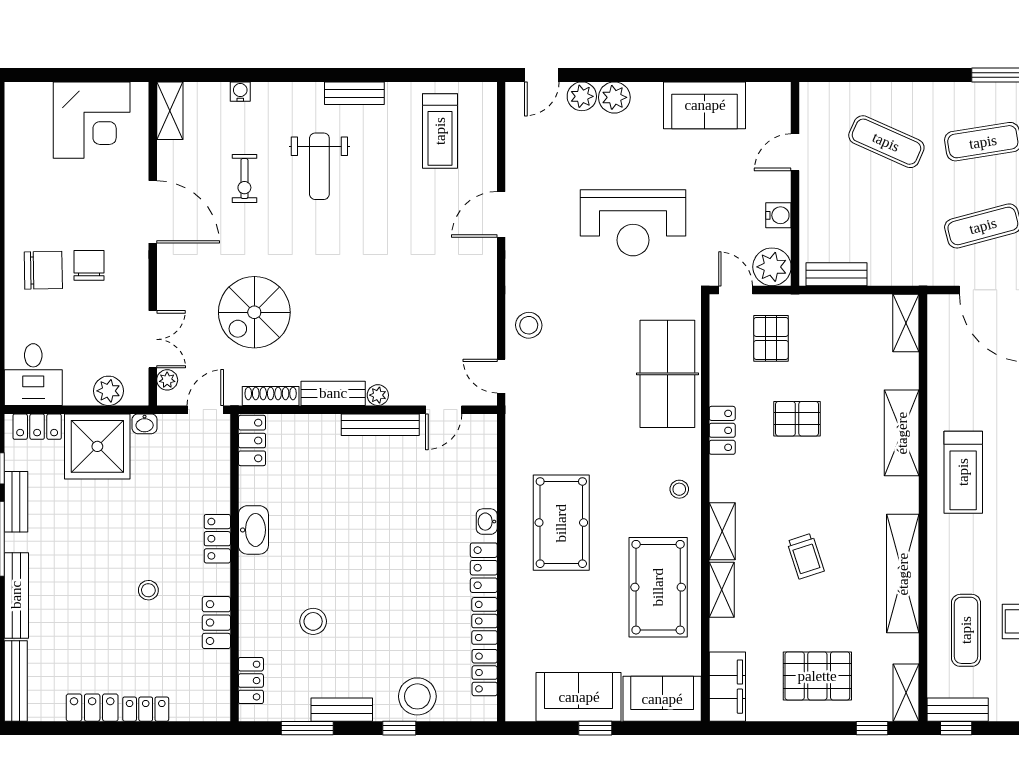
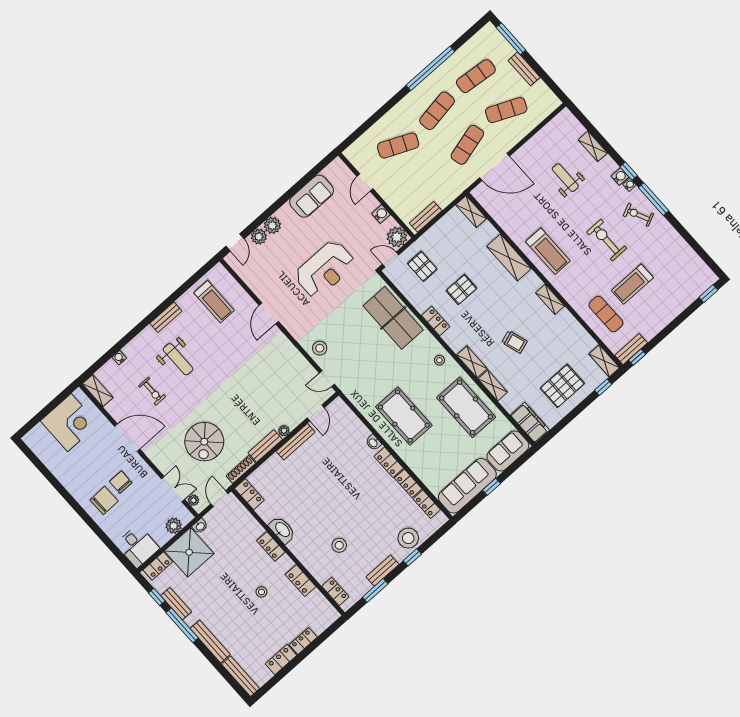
shelving: (903, 574) -> (550, 299), width x0.45, depth x0.75
sofa: (579, 697) -> (467, 486), width x1.36

